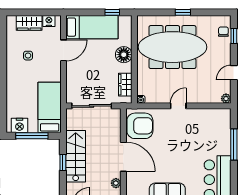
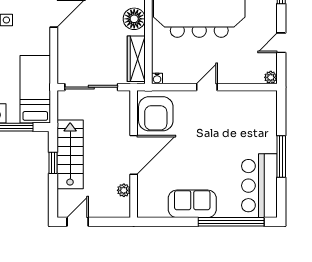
wardrobe: (125, 85) -> (136, 59), width x1.50
armchair: (140, 126) -> (156, 114), turned 90
window: (234, 144) -> (281, 156), moved
door: (123, 157) -> (134, 155), hinge flipped

